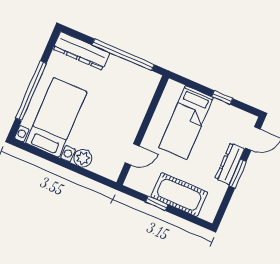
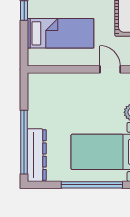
window: (123, 55) -> (24, 142), moved

